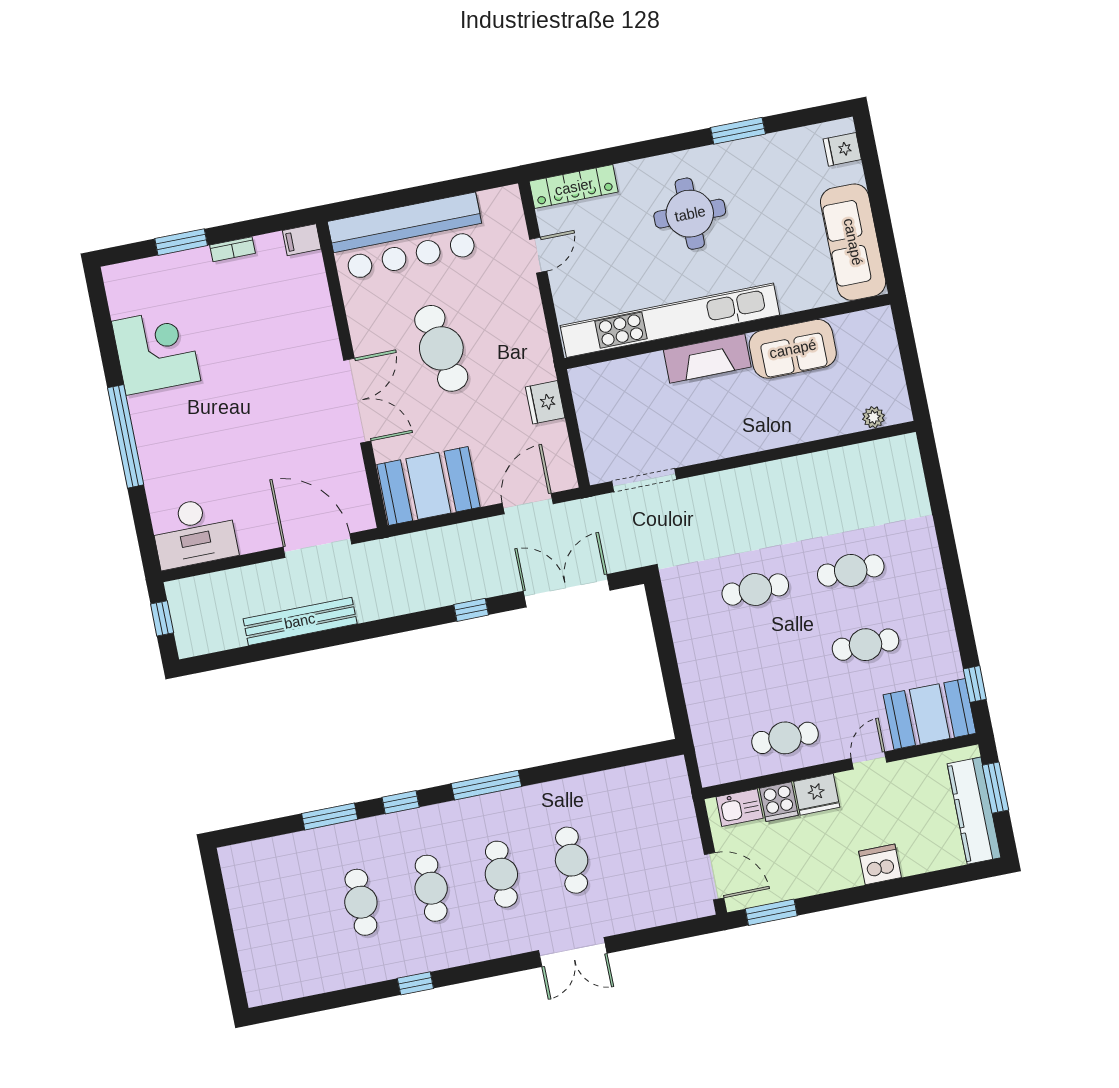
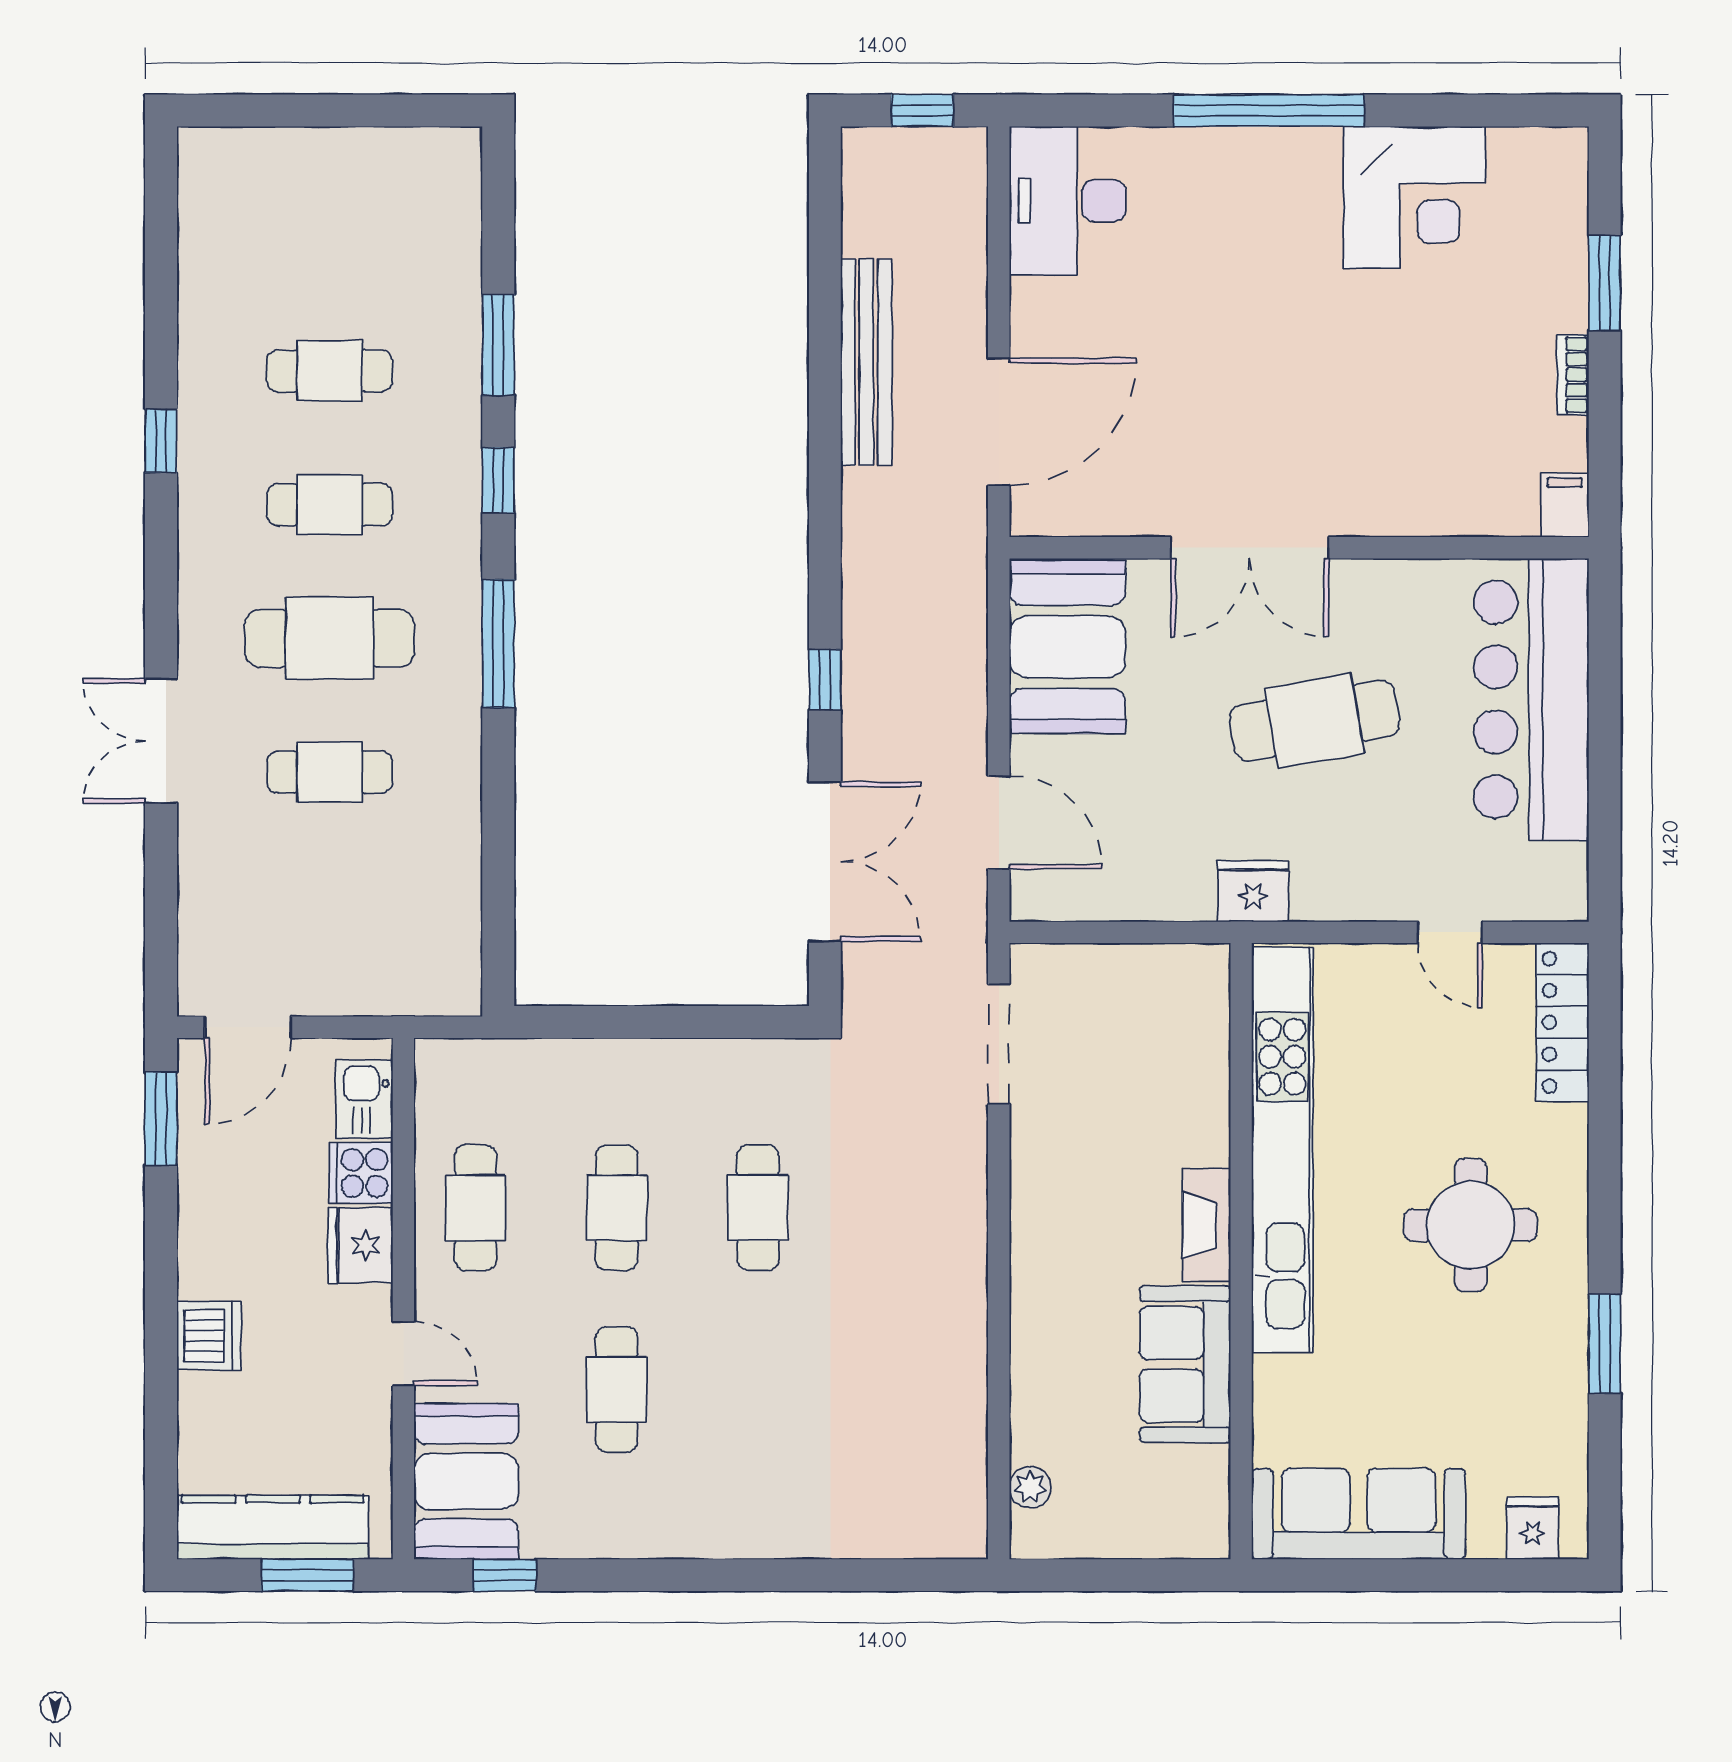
fireplace: (707, 359) -> (1206, 1225), width x0.73, depth x0.76
fridge: (545, 402) -> (1253, 891), moved
cafe table: (851, 570) -> (617, 1208), moved
cafe table: (501, 874) -> (330, 638), width x1.37, depth x1.35

